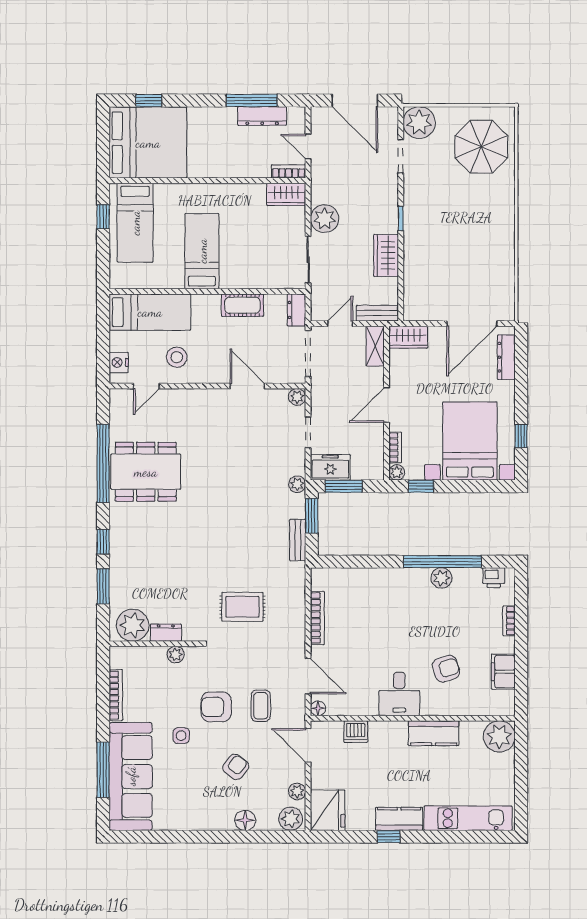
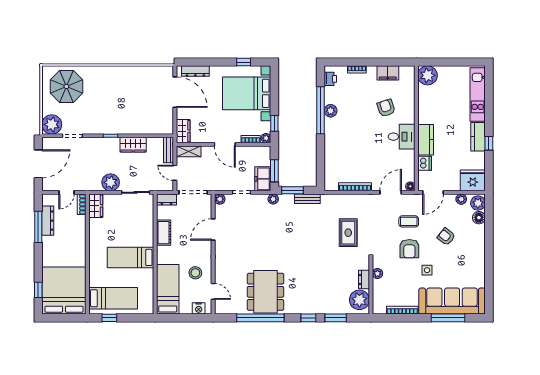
kitchen counter: (434, 733) -> (426, 140), moved
floor lamp: (245, 820) -> (479, 218), moved

